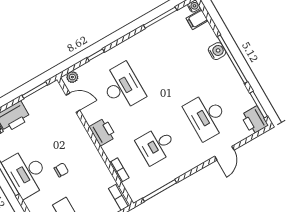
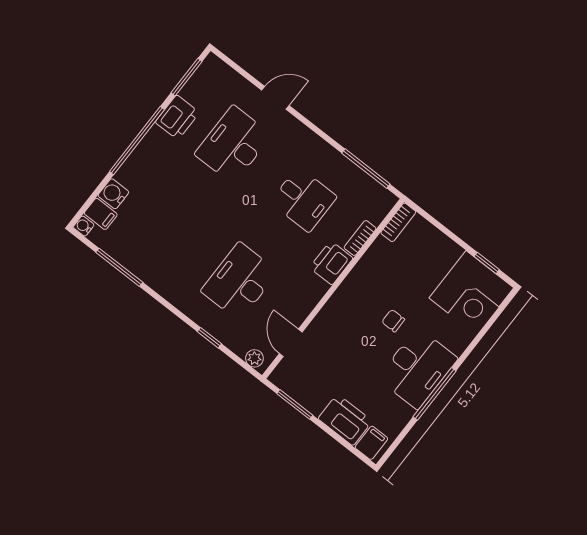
water cooler: (217, 51) -> (113, 194), moved
desk: (207, 116) -> (233, 145), turned 180
printer: (254, 120) -> (177, 117), moved
printer: (103, 132) -> (331, 263), moved

